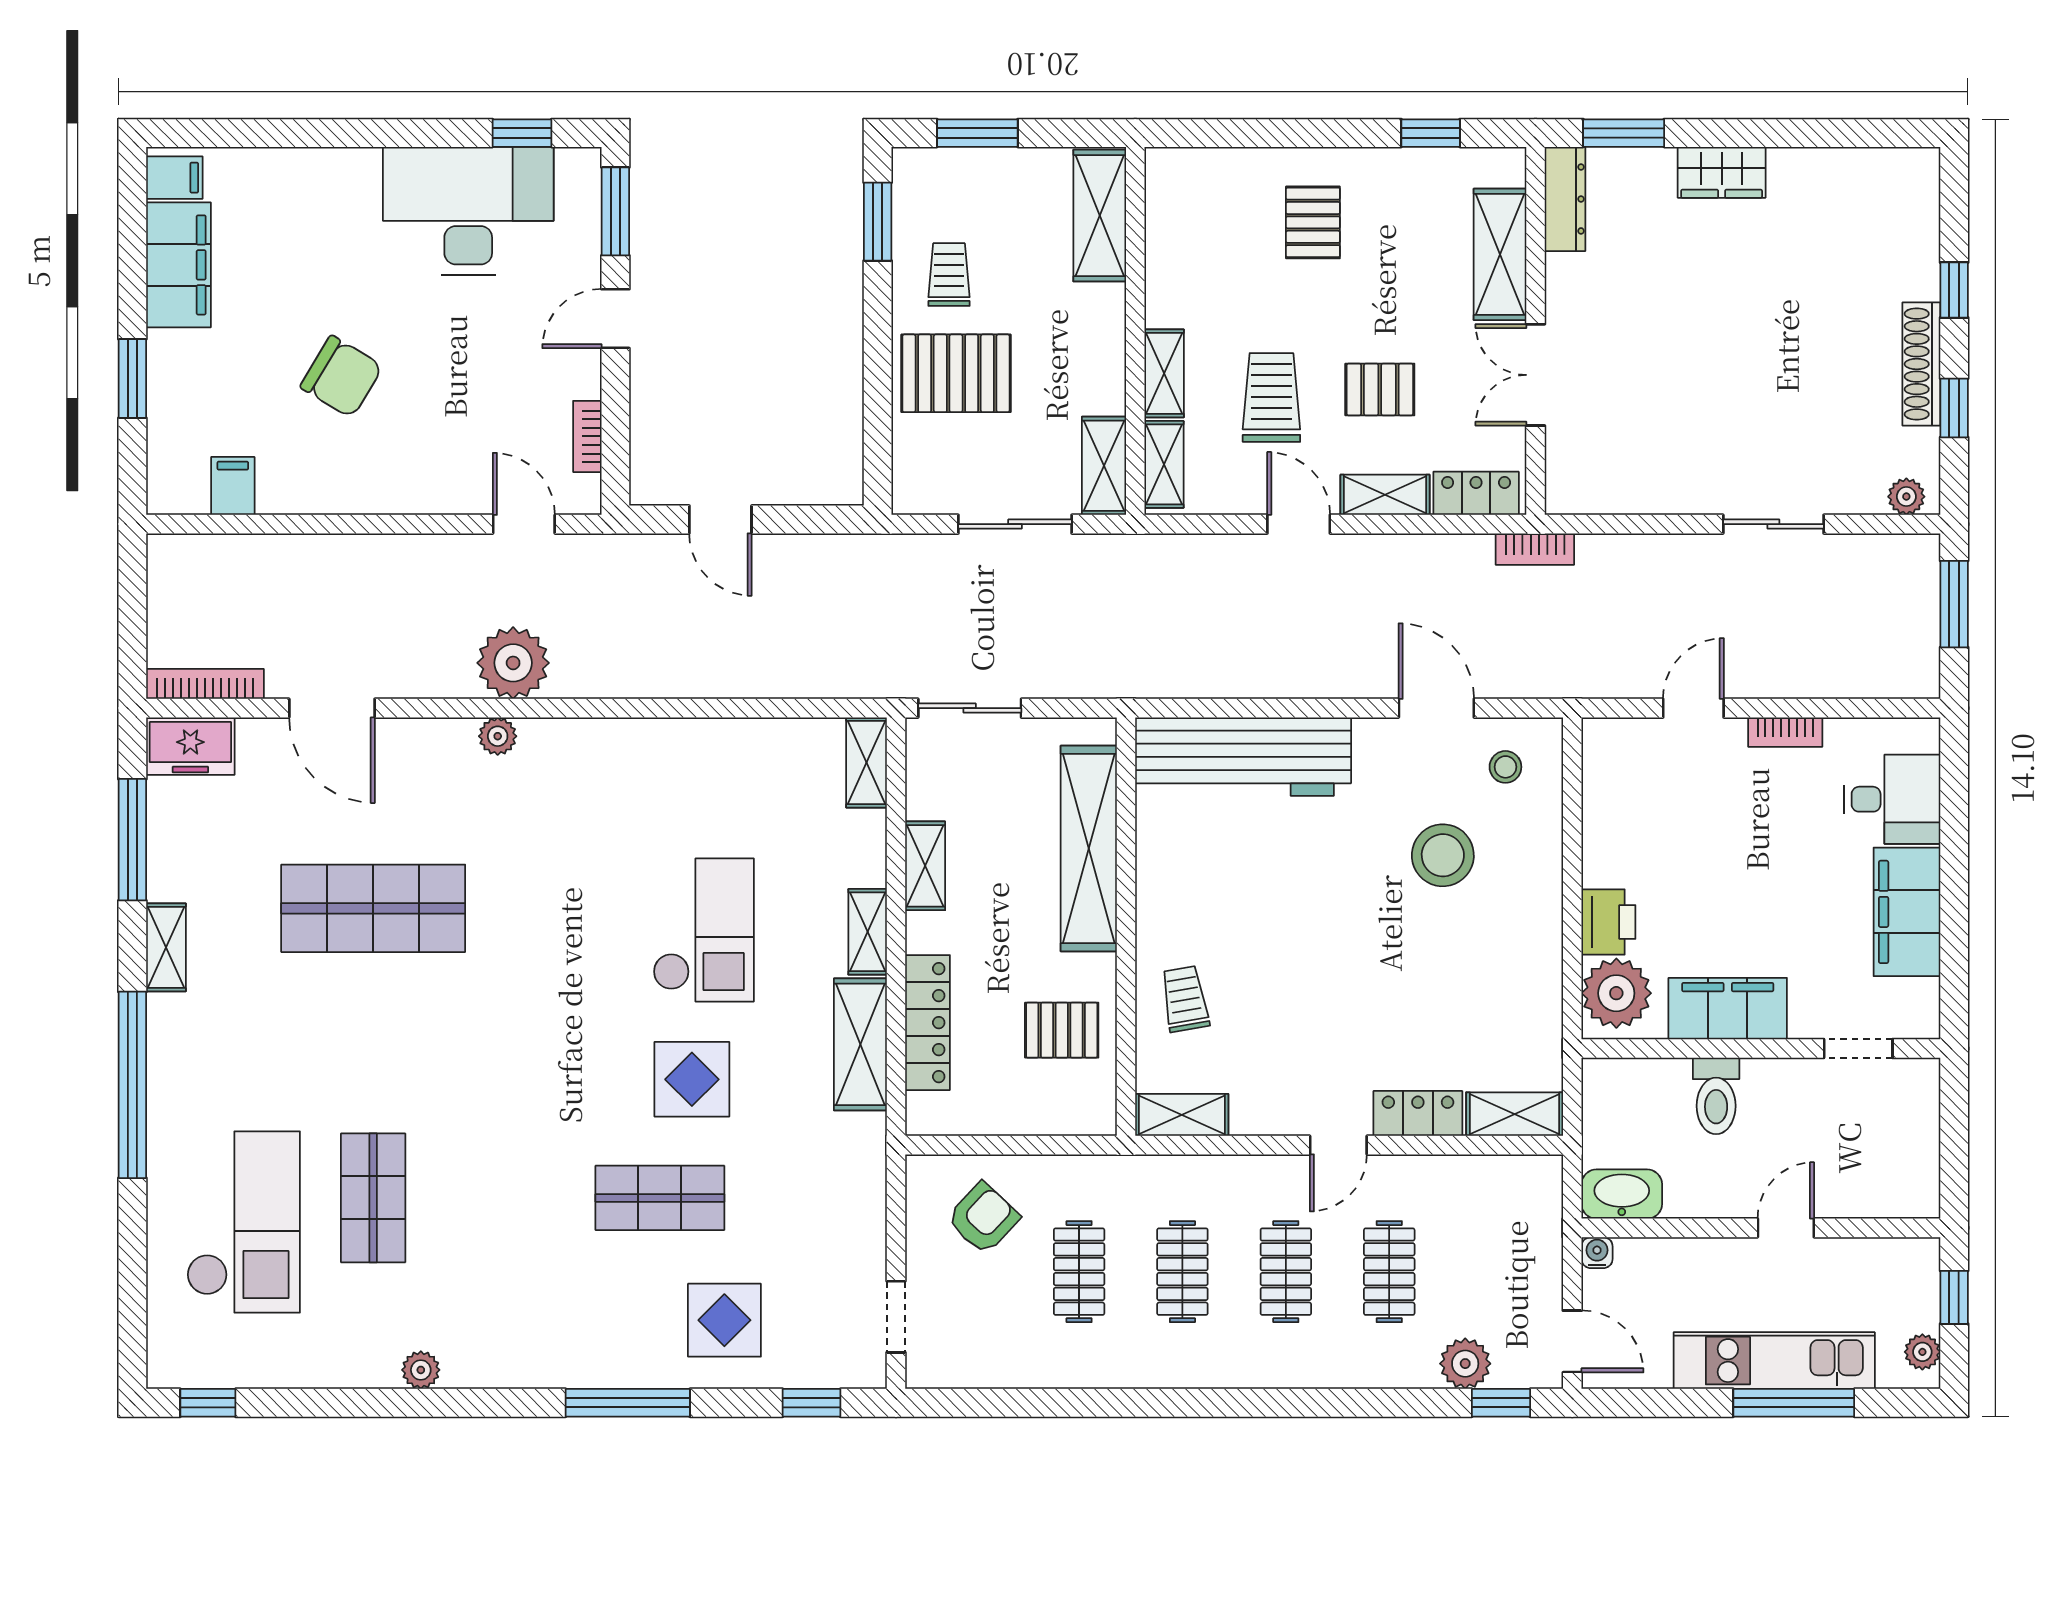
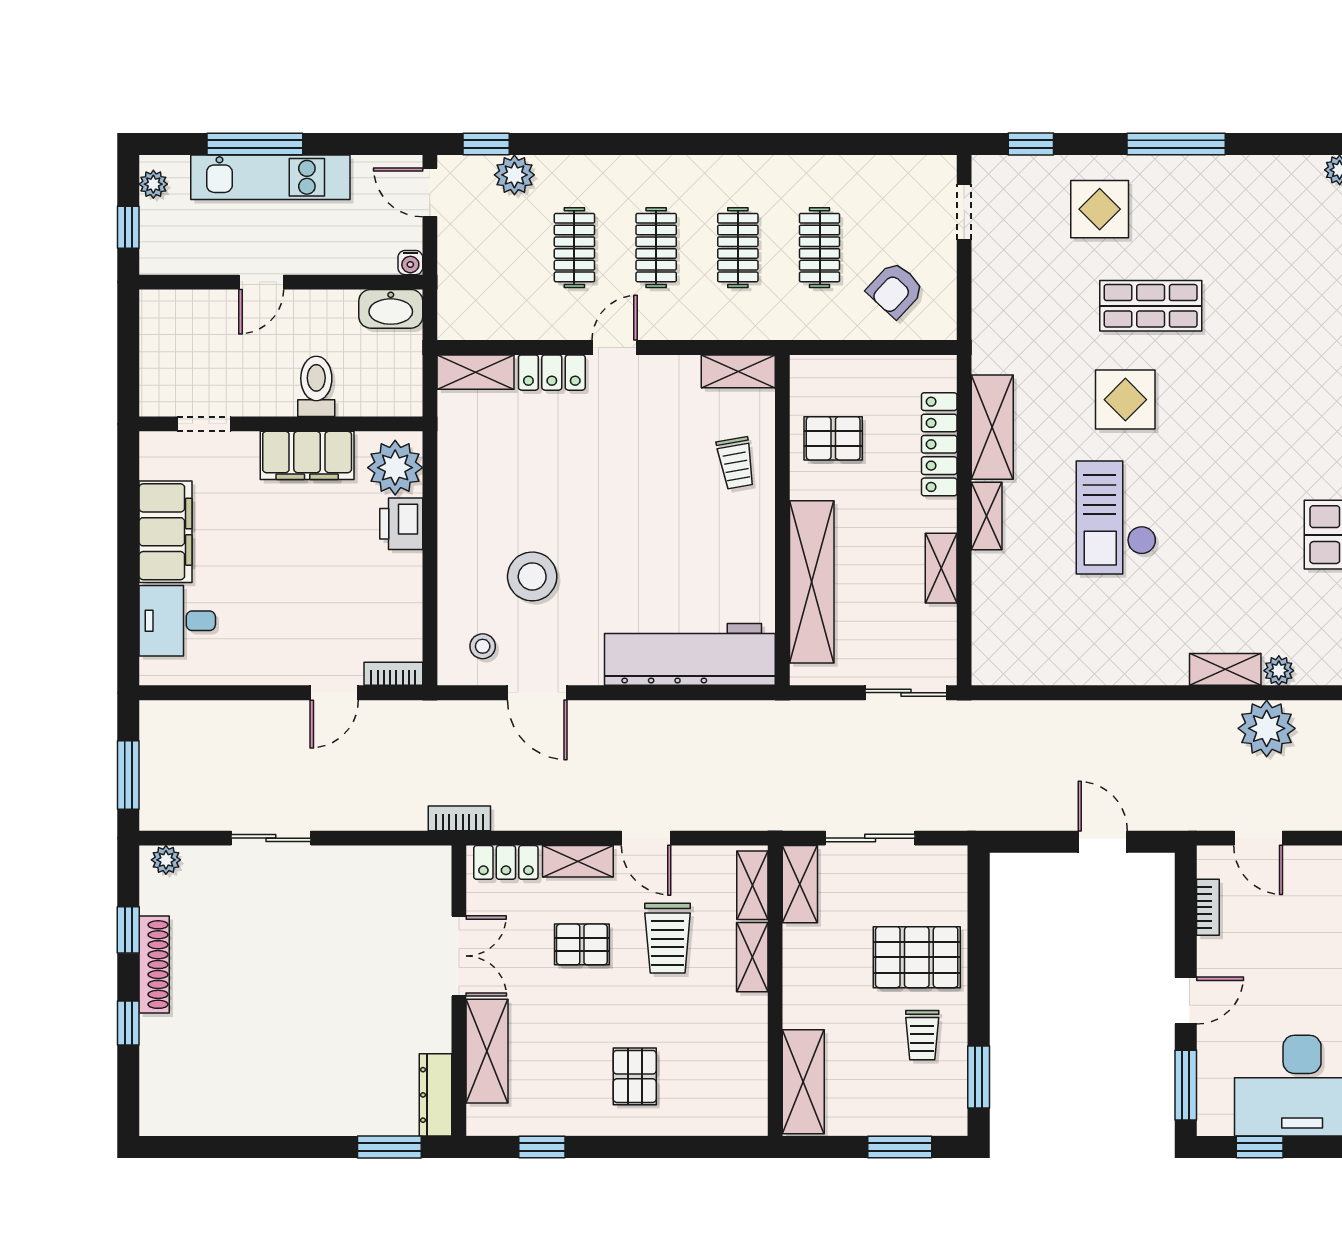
wardrobe: (1722, 172) -> (312, 1116), removed
bookcase: (1785, 732) -> (393, 674), moved
shelving: (866, 763) -> (1225, 669), moved, turned 90

